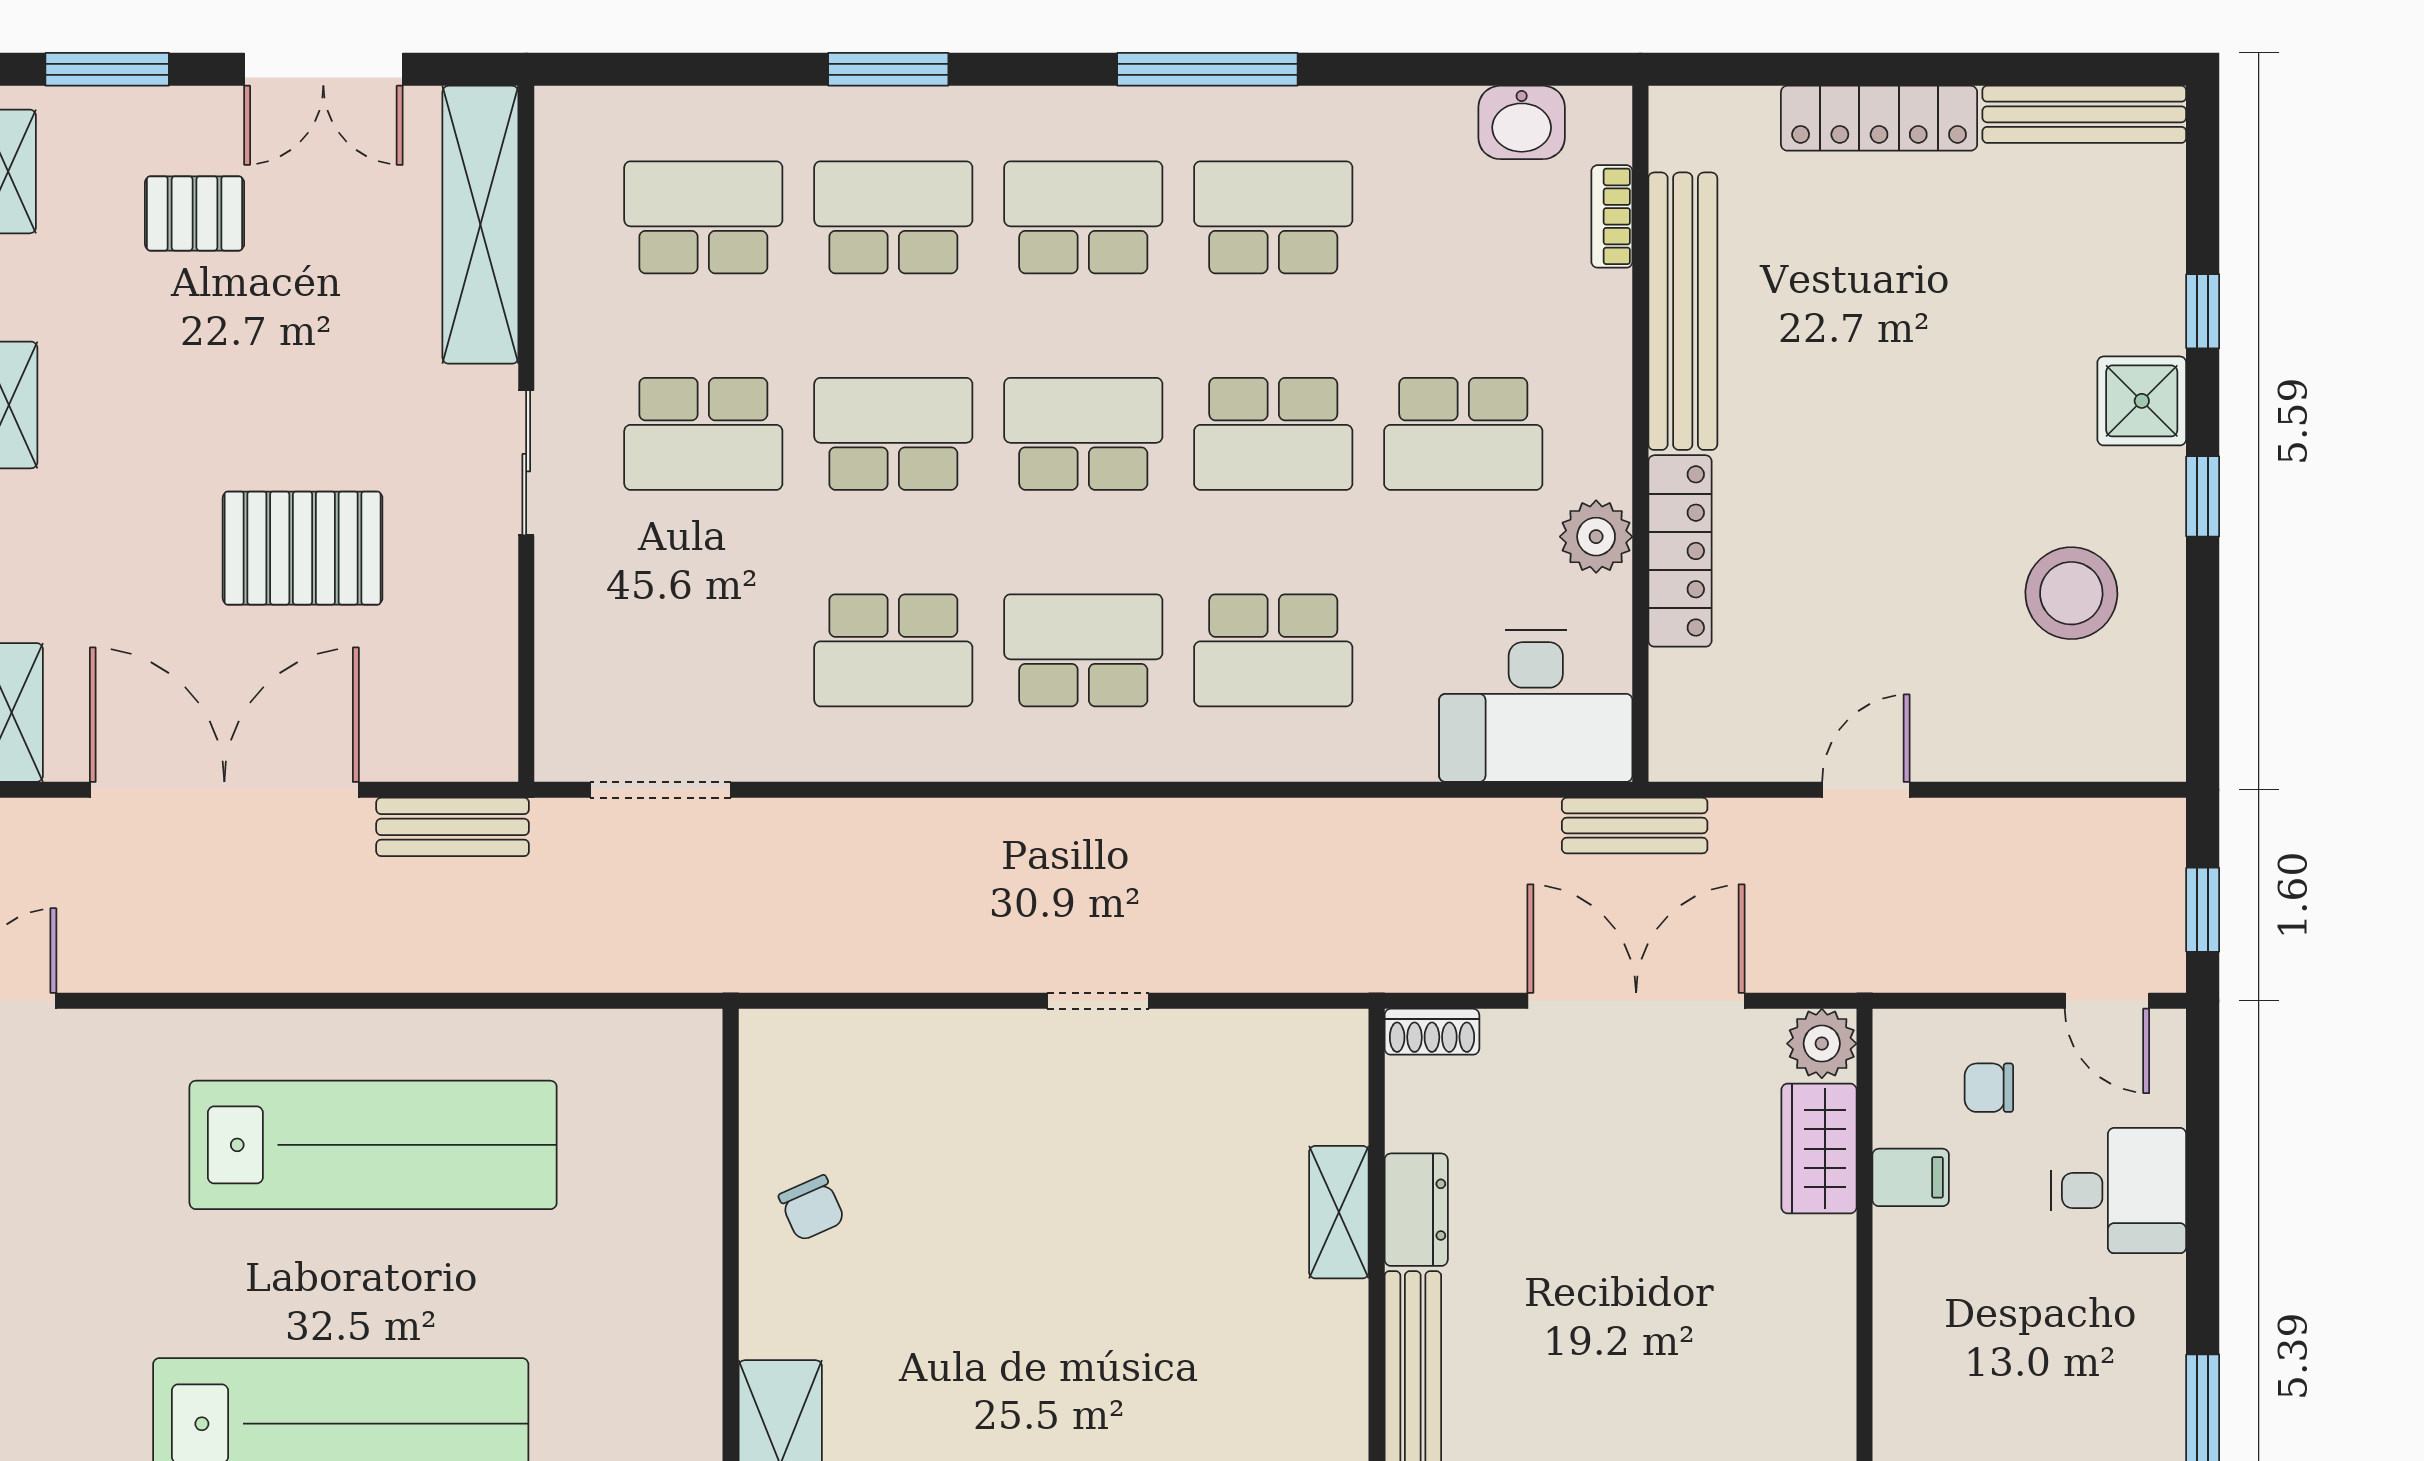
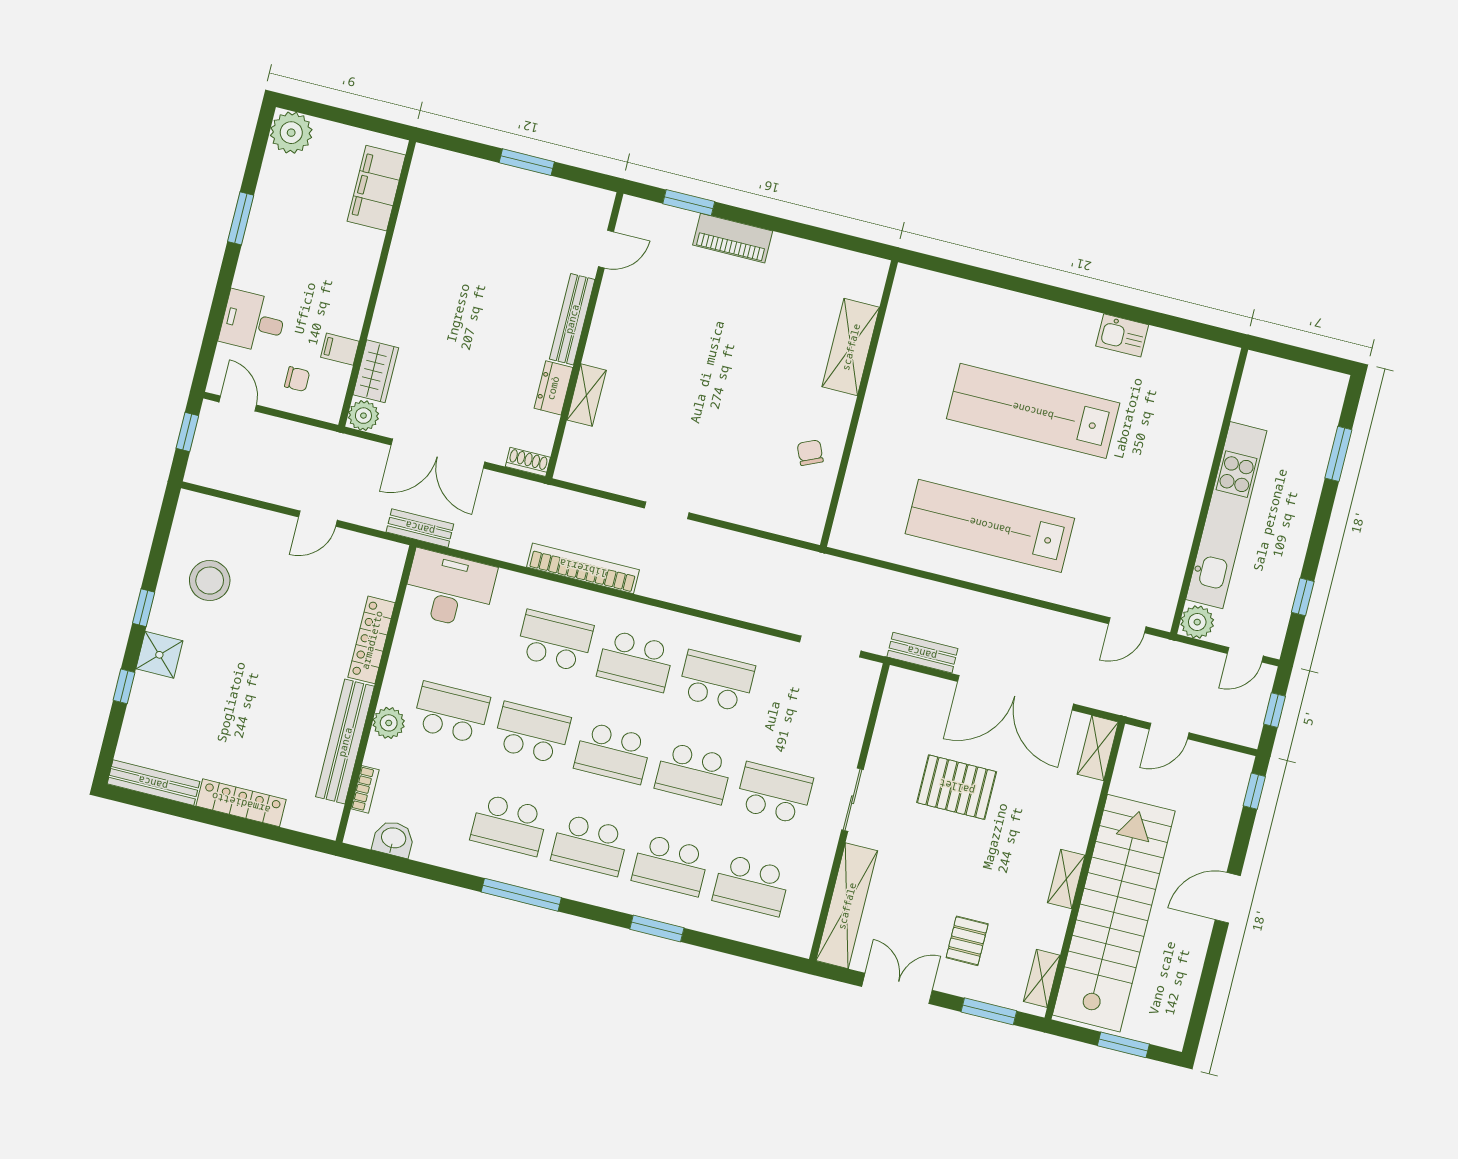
pallet: (195, 213) -> (967, 941), turned 90
plant: (1596, 537) -> (389, 723), moved
bookcase: (1251, 826) -> (583, 568), added

